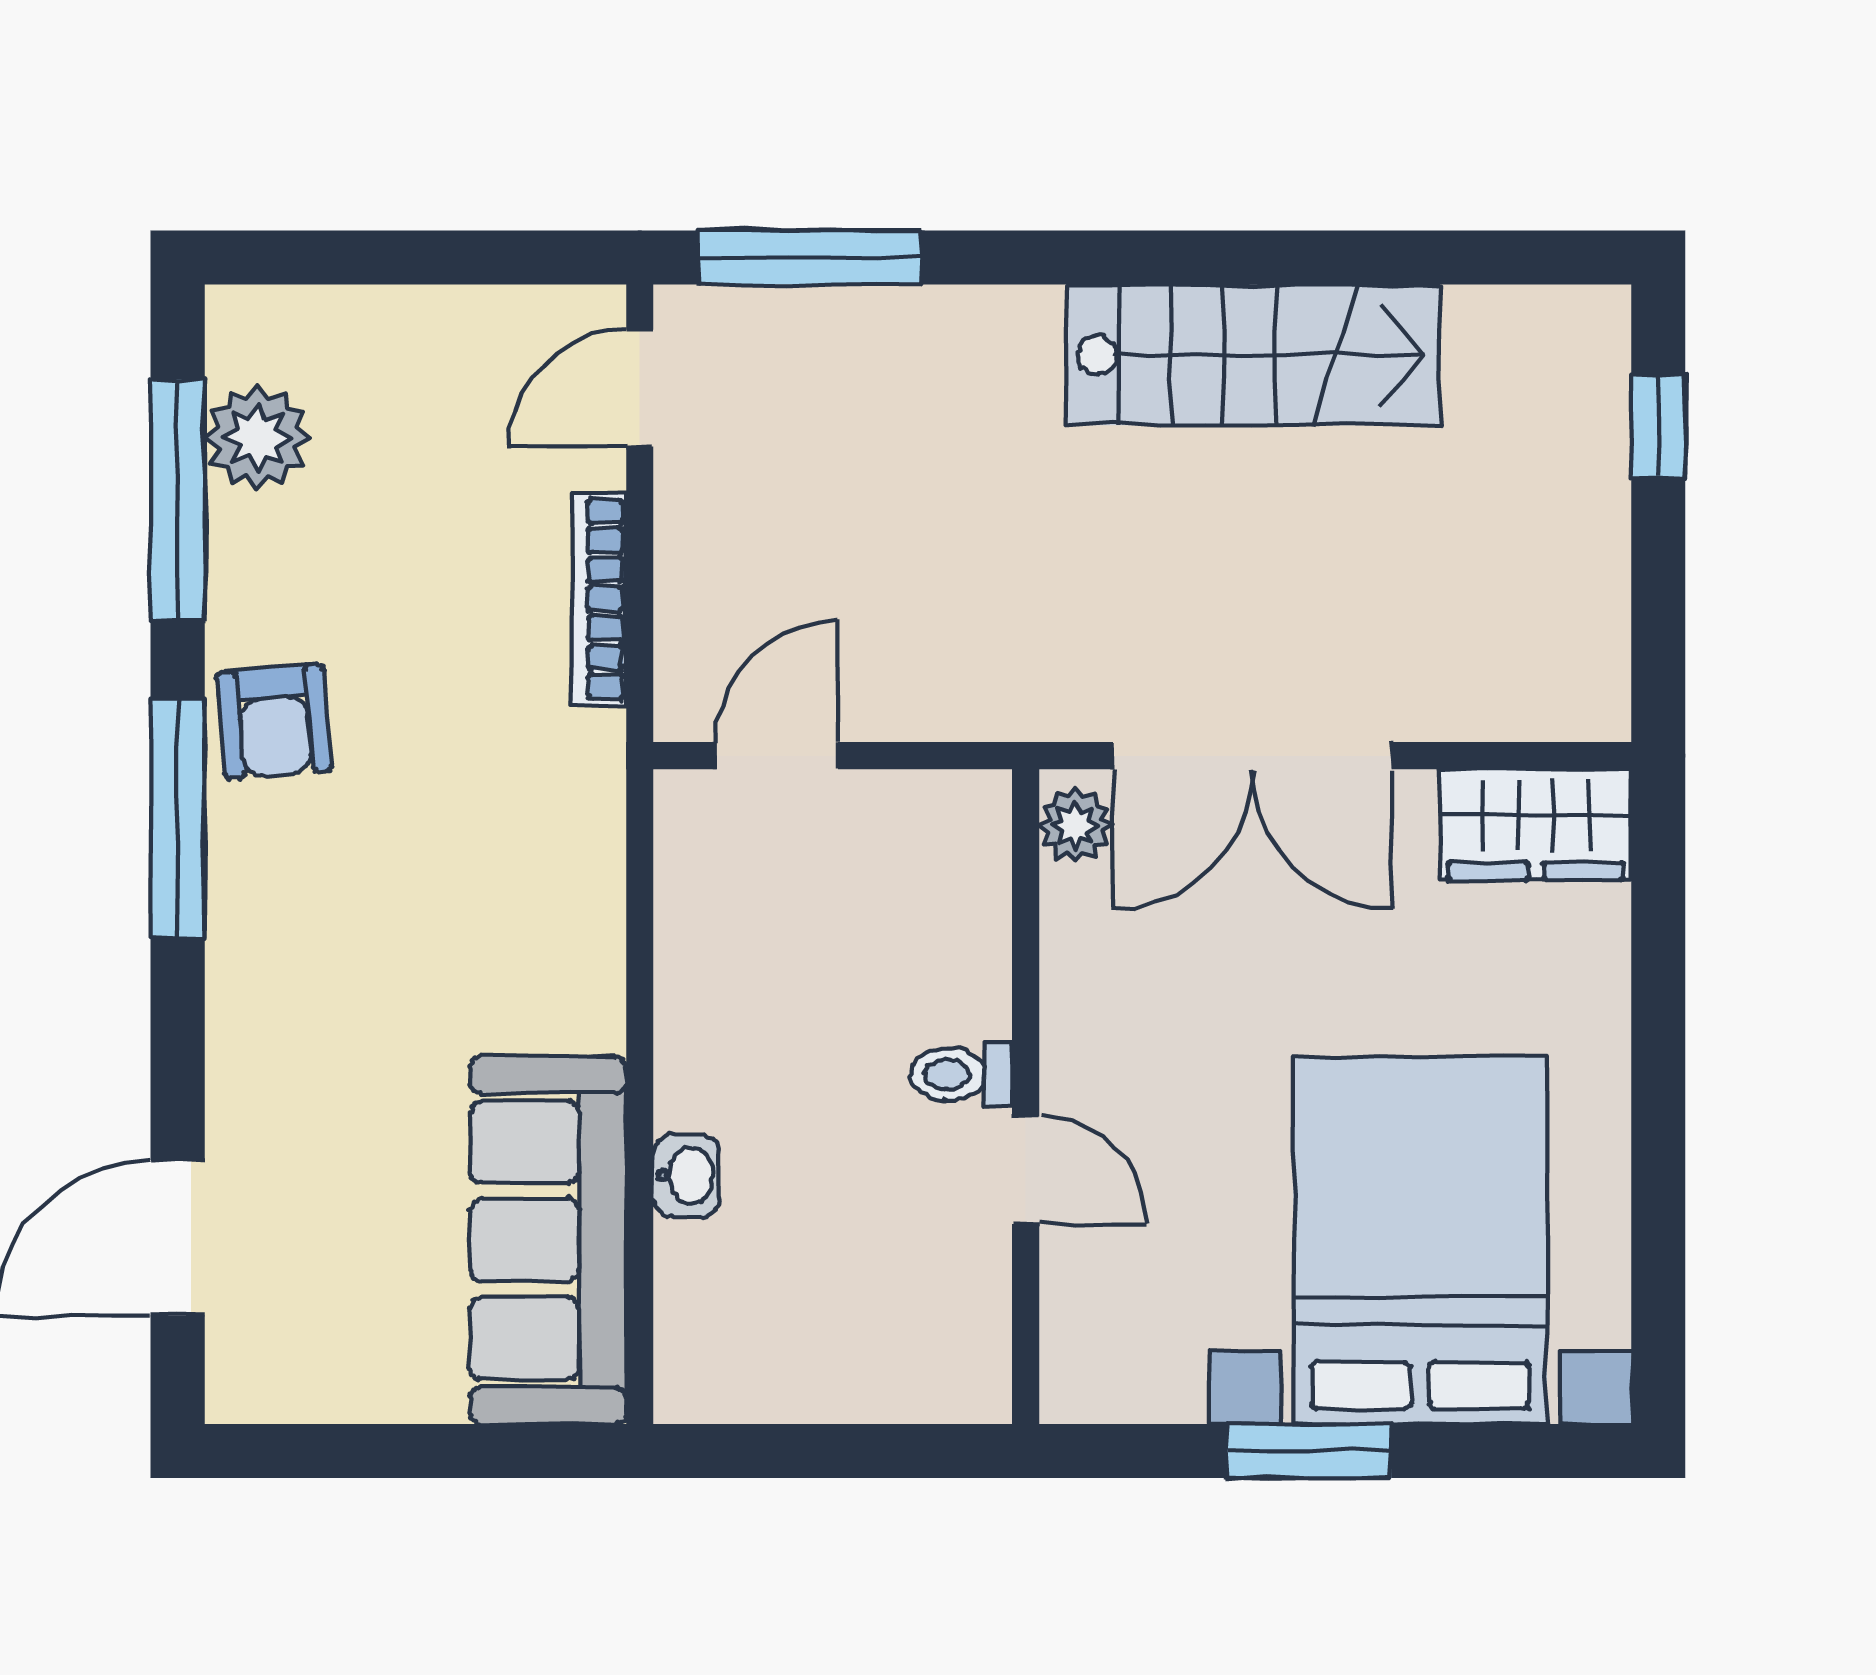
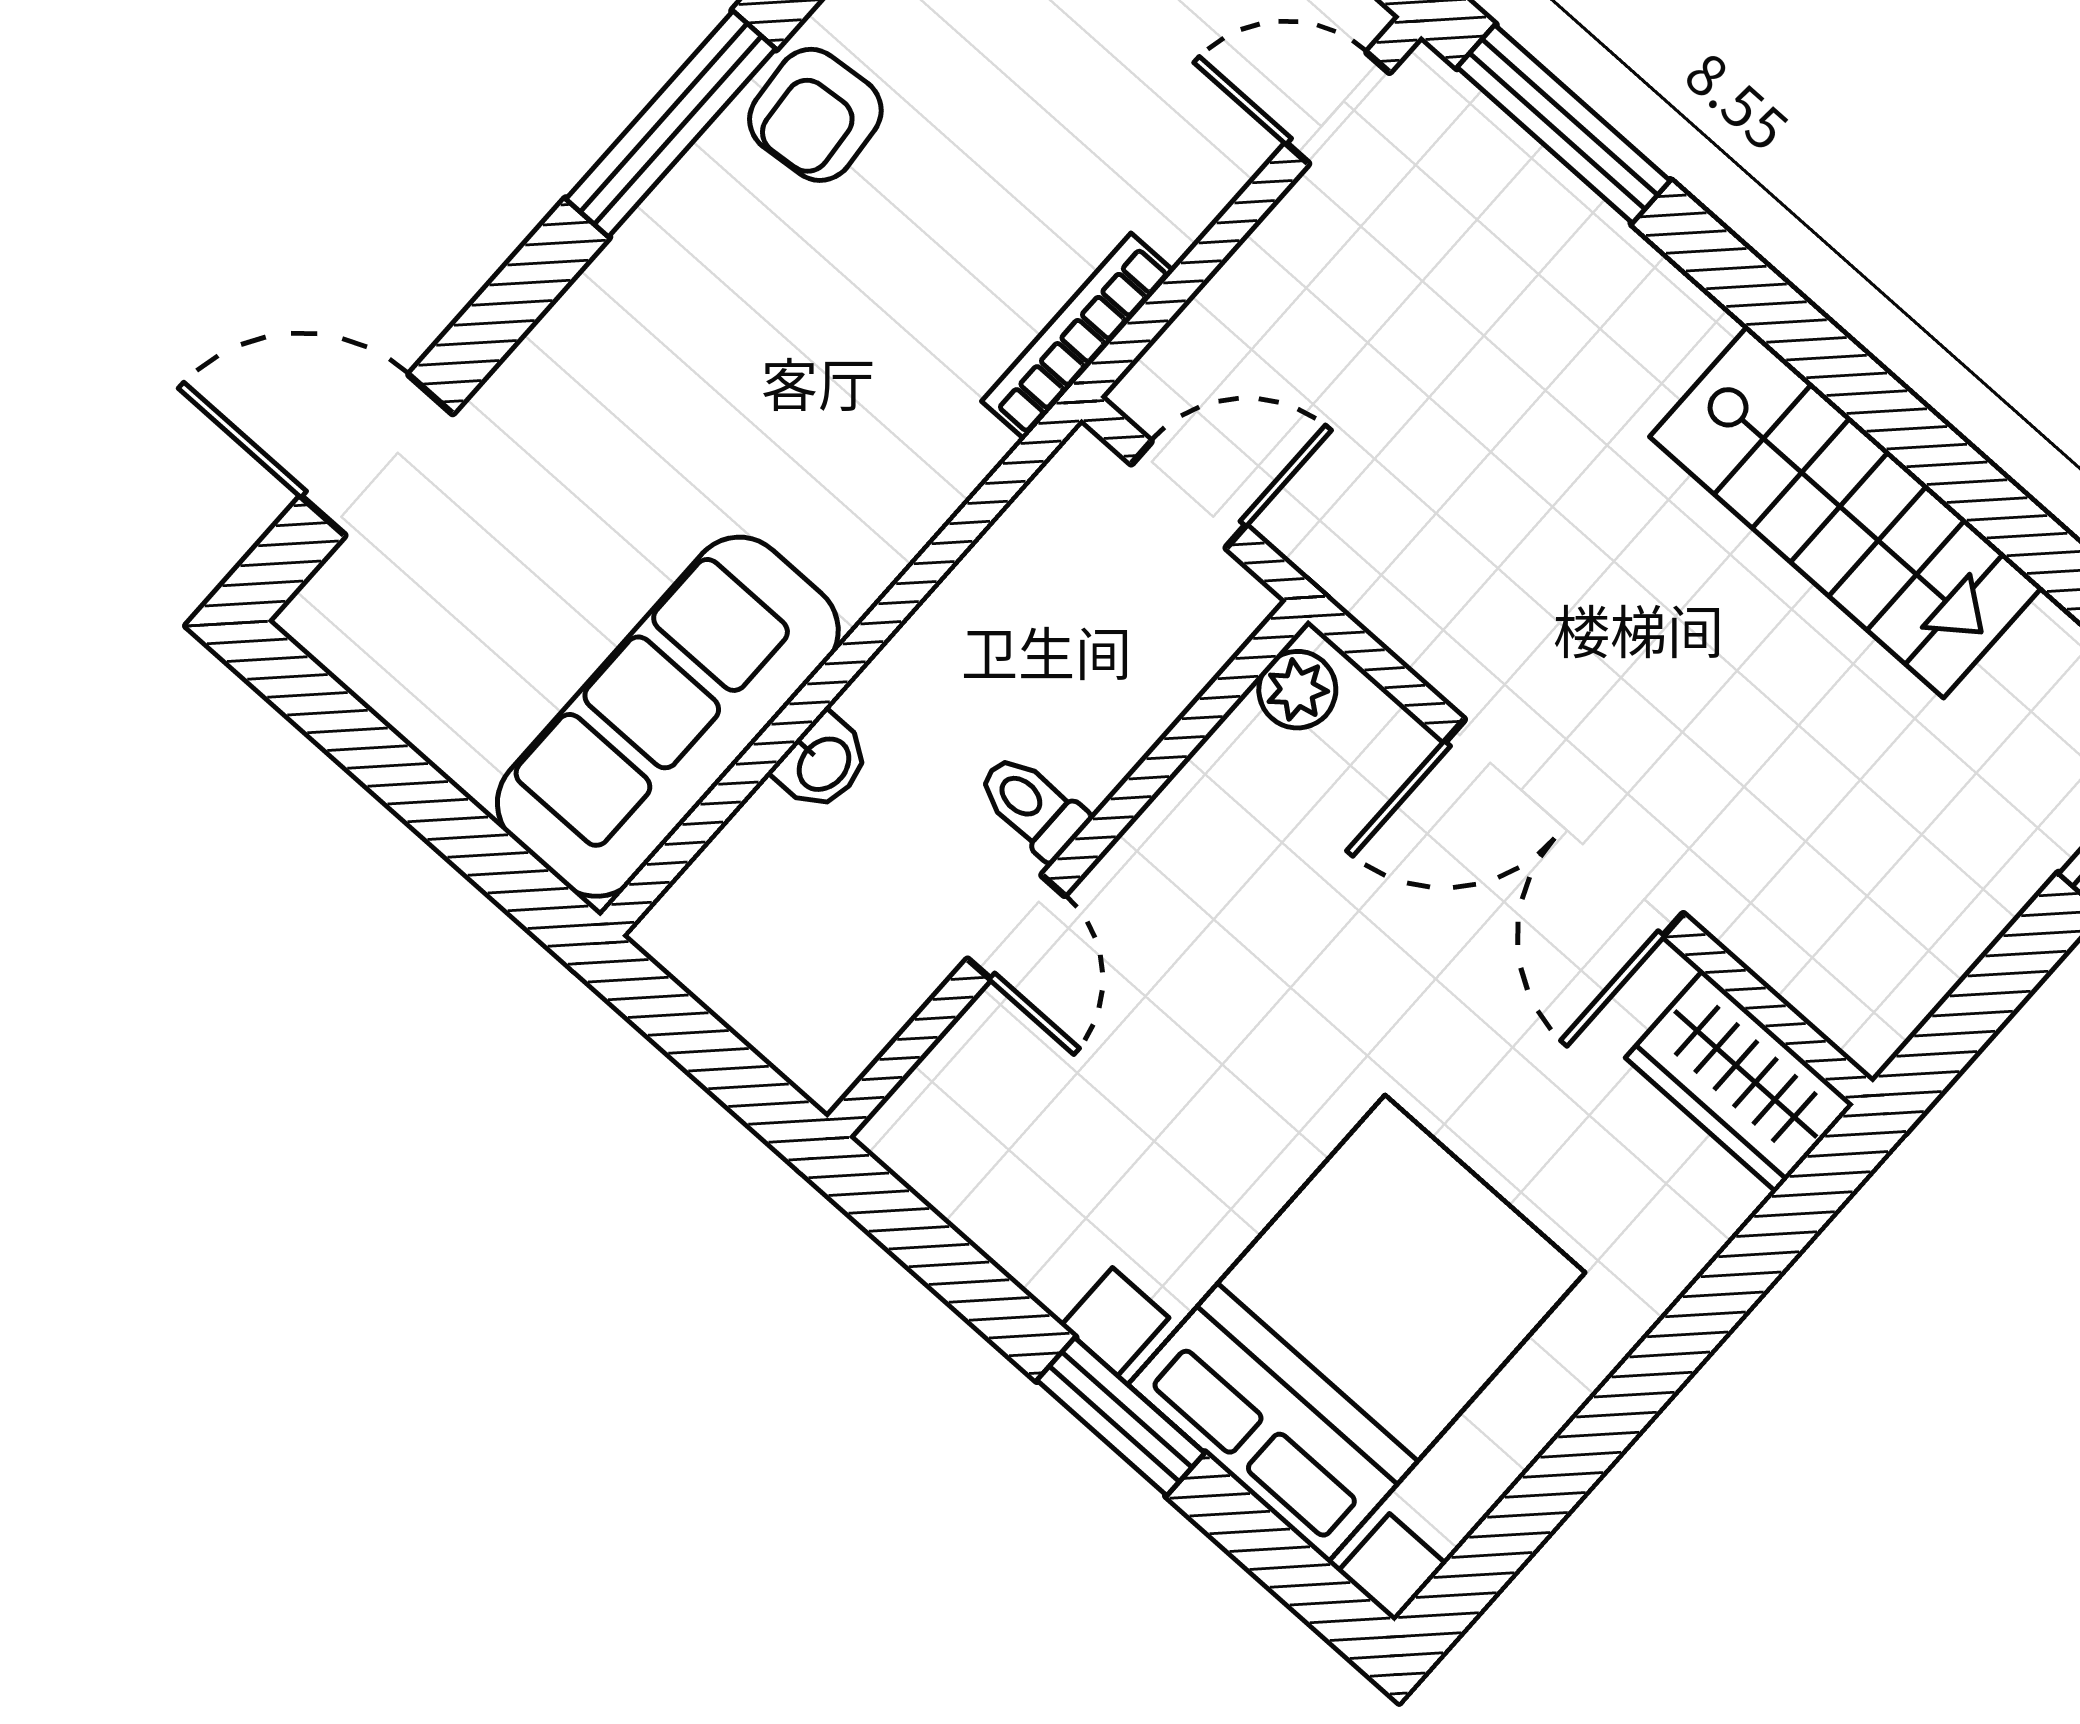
bookcase: (599, 599) -> (1078, 336), moved
plant: (1075, 825) -> (1297, 690), moved
toilet: (961, 1074) -> (1032, 806), moved
wall: (1026, 1097) -> (1068, 869), moved
door: (1026, 1170) -> (1016, 927), moved

